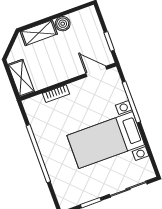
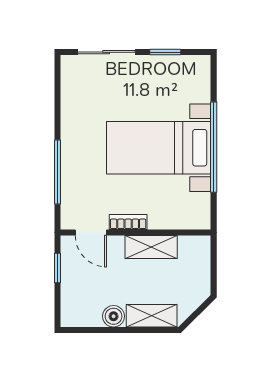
shelving: (21, 78) -> (151, 247), moved, turned 90
bookcase: (56, 94) -> (128, 222), moved
bed with nightstands: (106, 140) -> (159, 148), moved, turned 180

